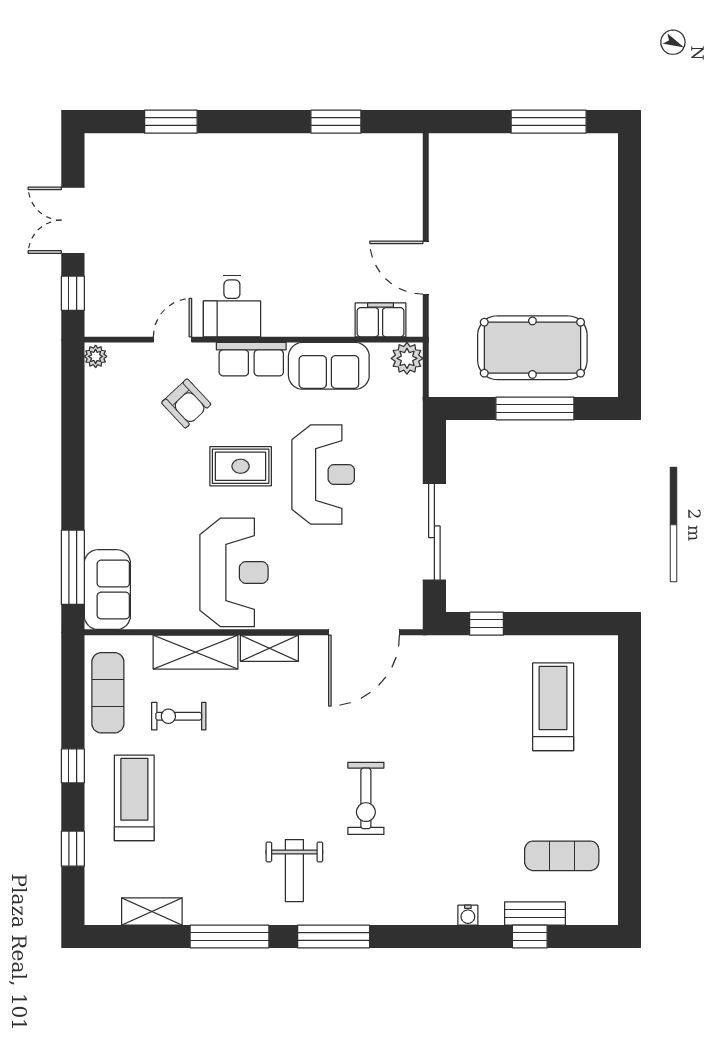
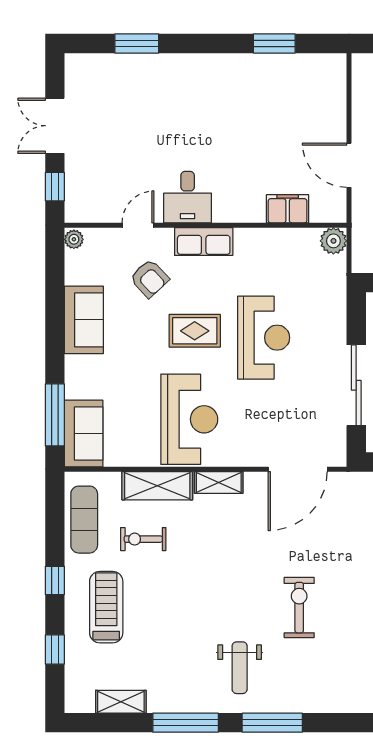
filing cabinet: (380, 320) -> (288, 209), moved
sofa: (329, 366) -> (84, 320), moved, turned -90
exercise bike: (366, 798) -> (299, 608), turned 180

